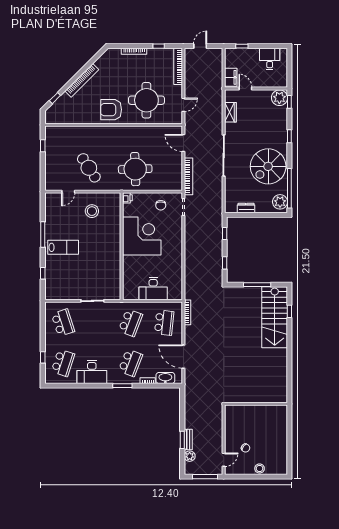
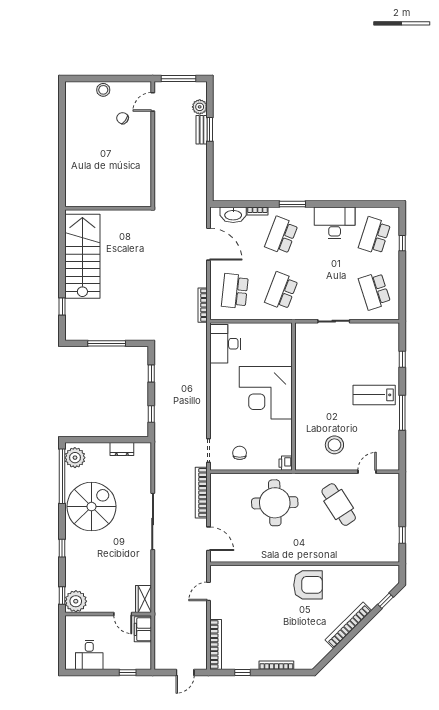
round table: (146, 100) -> (259, 598), removed
wardrobe: (230, 112) -> (143, 599), moved
corner desk: (142, 236) -> (266, 393), moved
desk: (153, 289) -> (225, 344), moved, turned -90
stairs: (275, 317) -> (82, 256), moved
wall: (256, 404) -> (108, 208), moved

